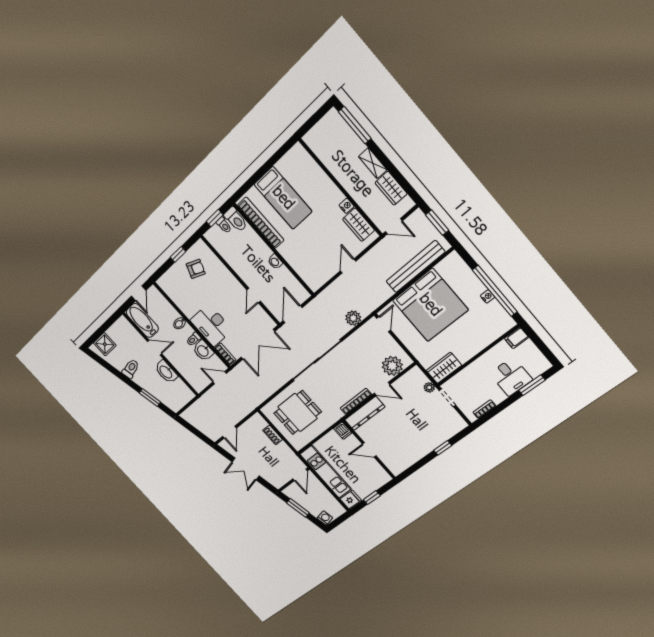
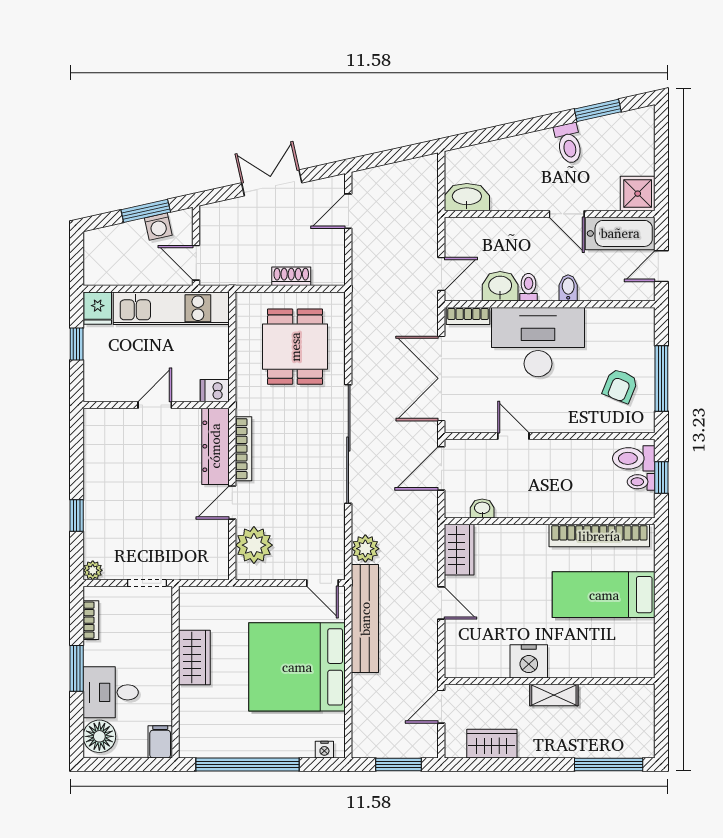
shelving: (373, 163) -> (554, 695), moved
nightstand: (347, 206) -> (529, 661), width x1.89, depth x1.79
toilet: (236, 219) -> (634, 458), moved
wardrobe: (359, 225) -> (459, 550), moved, turned 90
window: (178, 254) -> (661, 379), width x2.17
washbasin: (275, 262) -> (482, 508), moved
bench: (415, 267) -> (365, 619), moved
door: (139, 293) -> (661, 266), hinge flipped
nightstand: (488, 296) -> (324, 750), moved
door: (293, 314) -> (441, 468), swing flipped
desk: (211, 325) -> (538, 342), width x1.36, depth x1.30
shower: (105, 344) -> (638, 194), moved
door: (155, 348) -> (567, 214), hinge flipped
floor lamp: (536, 366) -> (99, 736), added
wardrobe: (444, 368) -> (194, 658), moved
washbasin: (166, 372) -> (467, 197), moved
window: (532, 385) -> (77, 668), moved
plant: (429, 387) -> (93, 570), moved
window: (150, 398) -> (598, 110), moved
door: (229, 432) -> (348, 211), hinge flipped
washing machine: (325, 518) -> (158, 227), moved

